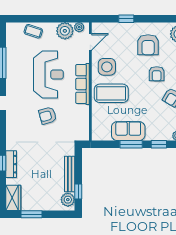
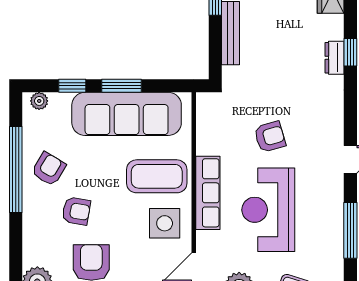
armchair: (157, 74) -> (76, 211), turned 100
sofa: (128, 131) -> (127, 114), width x1.85, depth x1.27
dresser: (11, 164) -> (335, 58), width x0.70

